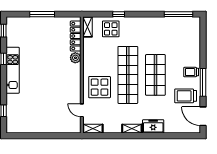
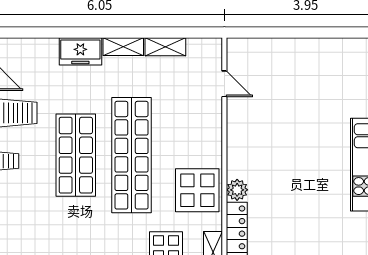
display table: (100, 87) -> (197, 190), moved
shelving: (93, 129) -> (165, 47), moved

